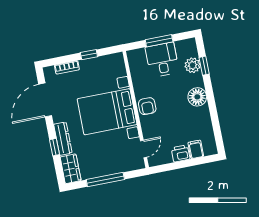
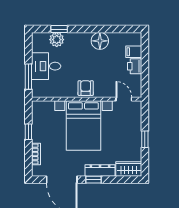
window: (159, 41) -> (28, 77), moved
floor lamp: (197, 97) -> (100, 41), moved
armchair: (147, 106) -> (86, 88), turned -90
window: (55, 147) -> (93, 180), moved
window: (105, 180) -> (145, 139), width x0.46

